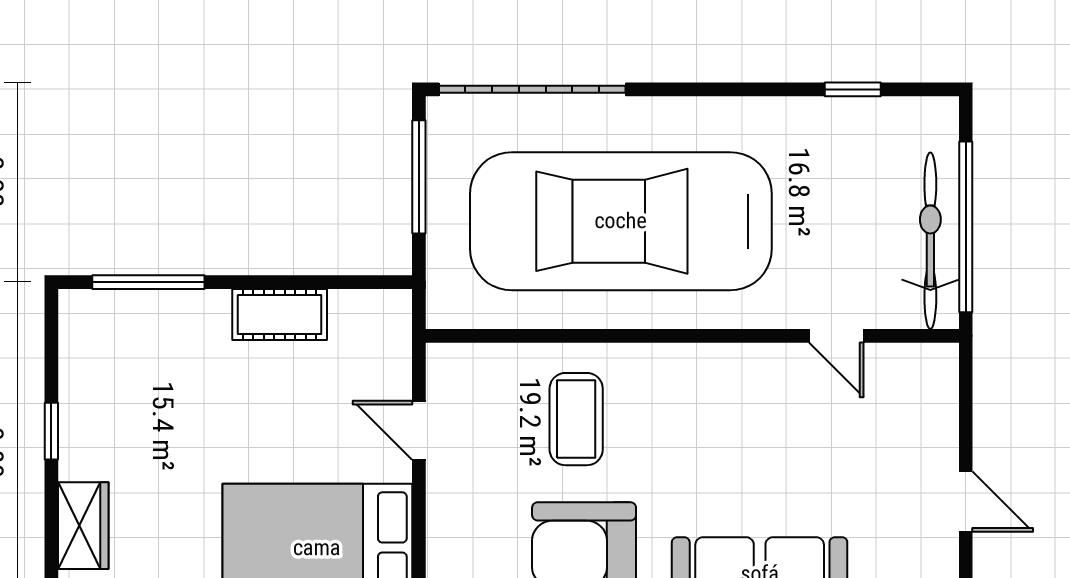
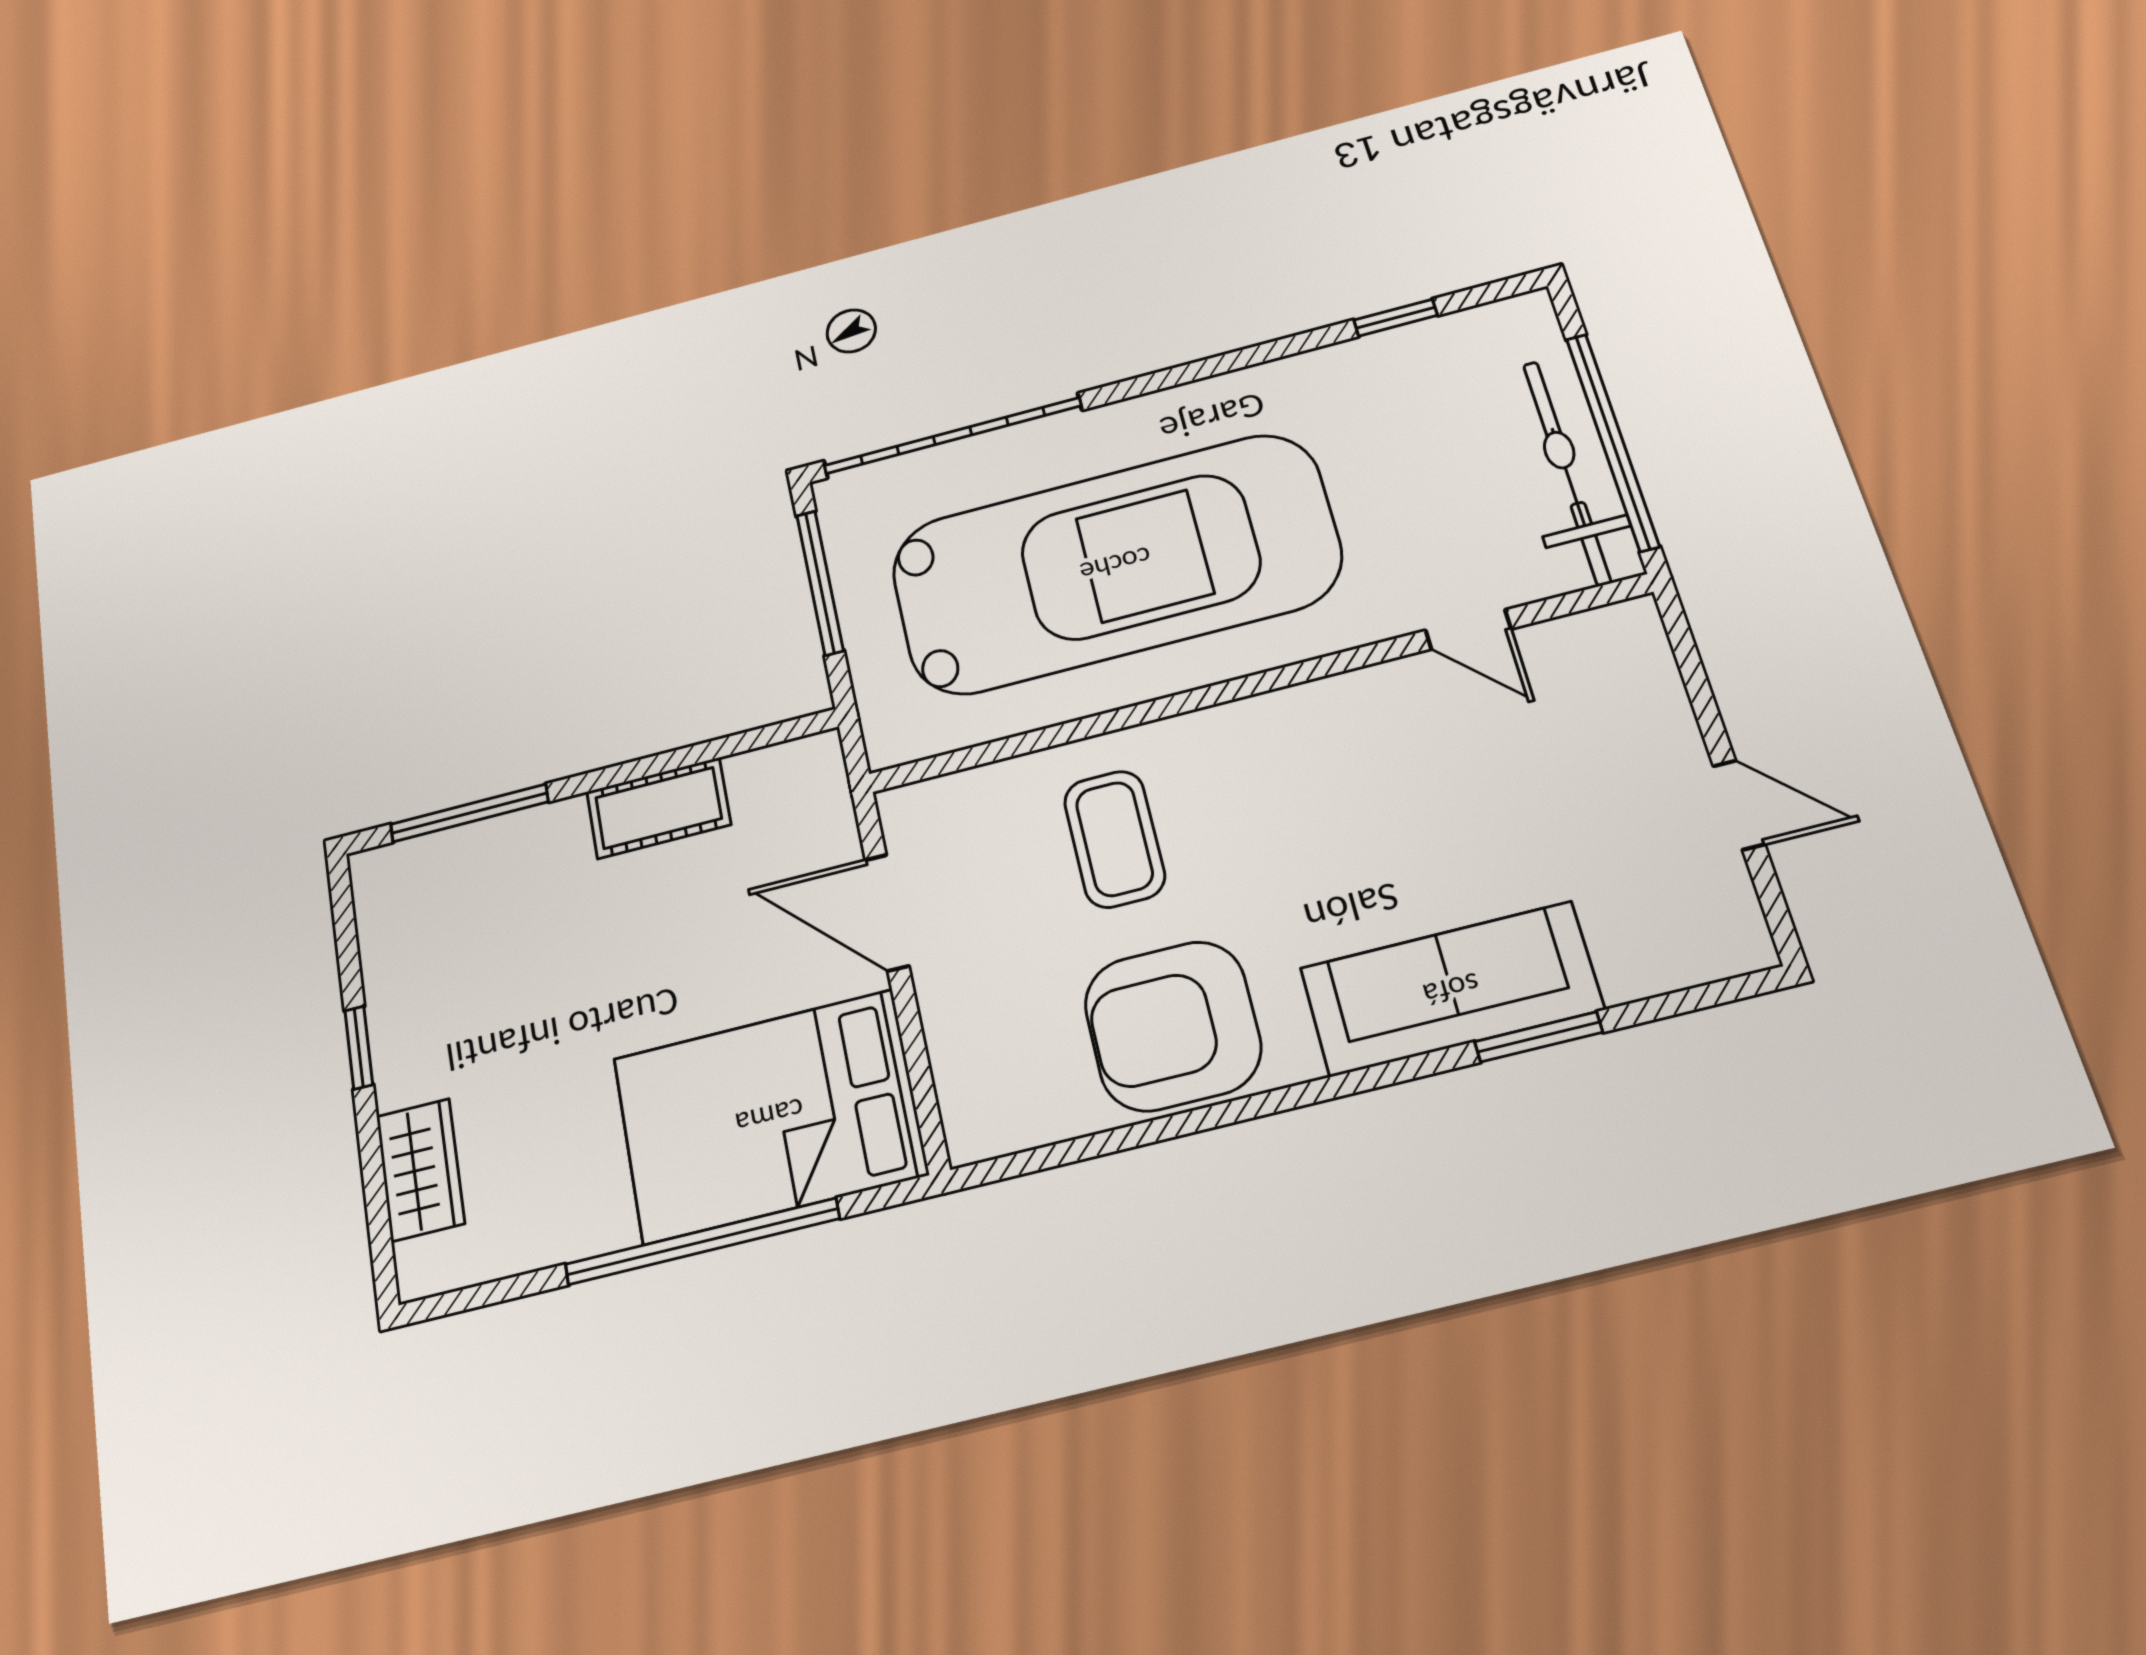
car: (621, 221) -> (1115, 564), turned 180
door: (419, 430) -> (887, 913), width x1.38

